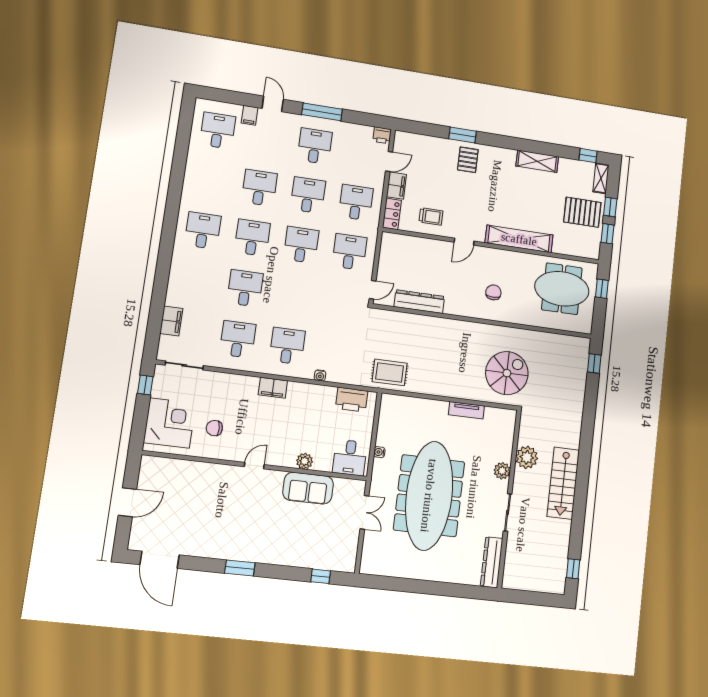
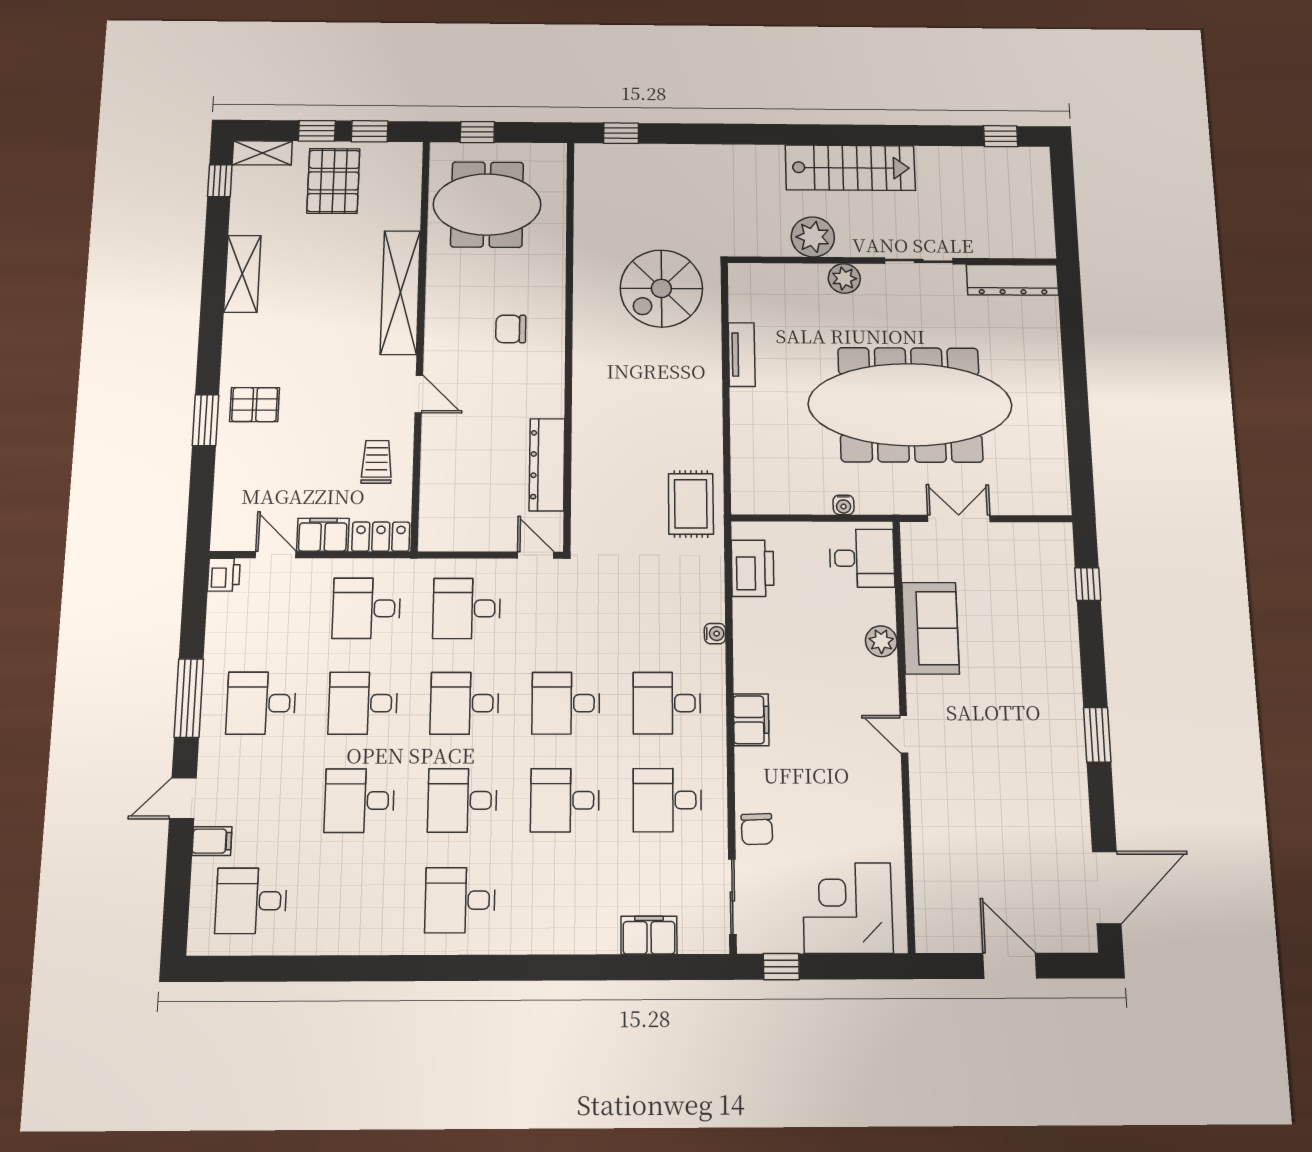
meeting table: (562, 289) -> (487, 204), turned 90
desk: (294, 295) -> (566, 703), added
spiral stairs: (507, 373) -> (661, 288), turned -90
chair: (214, 428) -> (757, 829), moved

